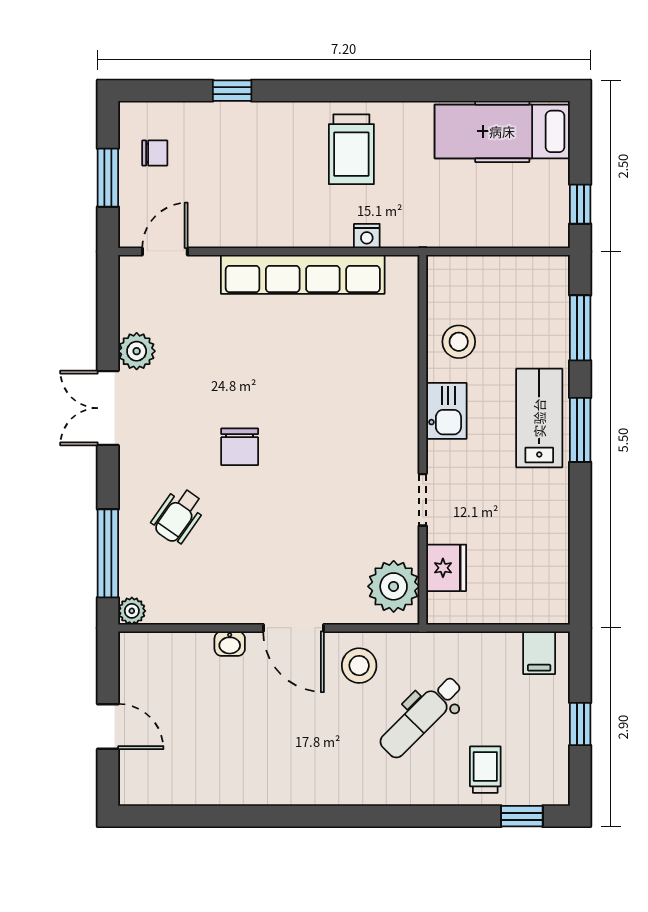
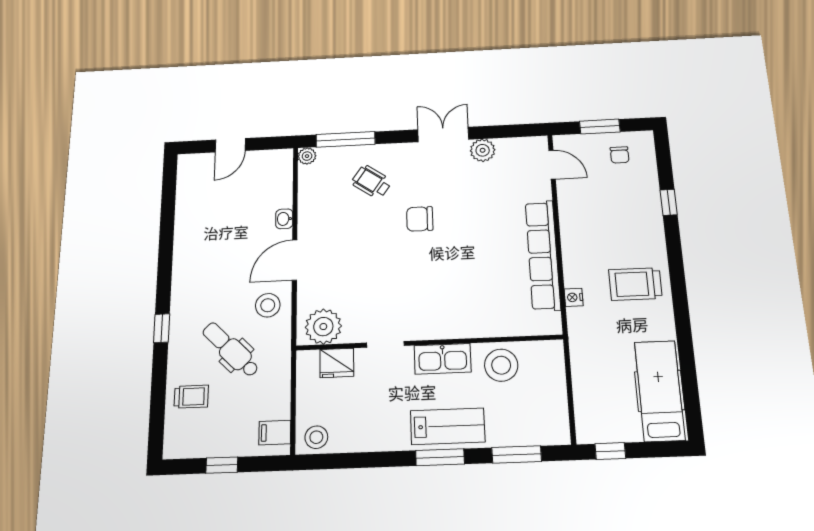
stool: (459, 342) -> (501, 365), width x1.38, depth x1.38
kitchen sink: (446, 411) -> (443, 359), width x1.38
stool: (547, 596) -> (316, 437), added
window: (522, 816) -> (162, 328), moved

